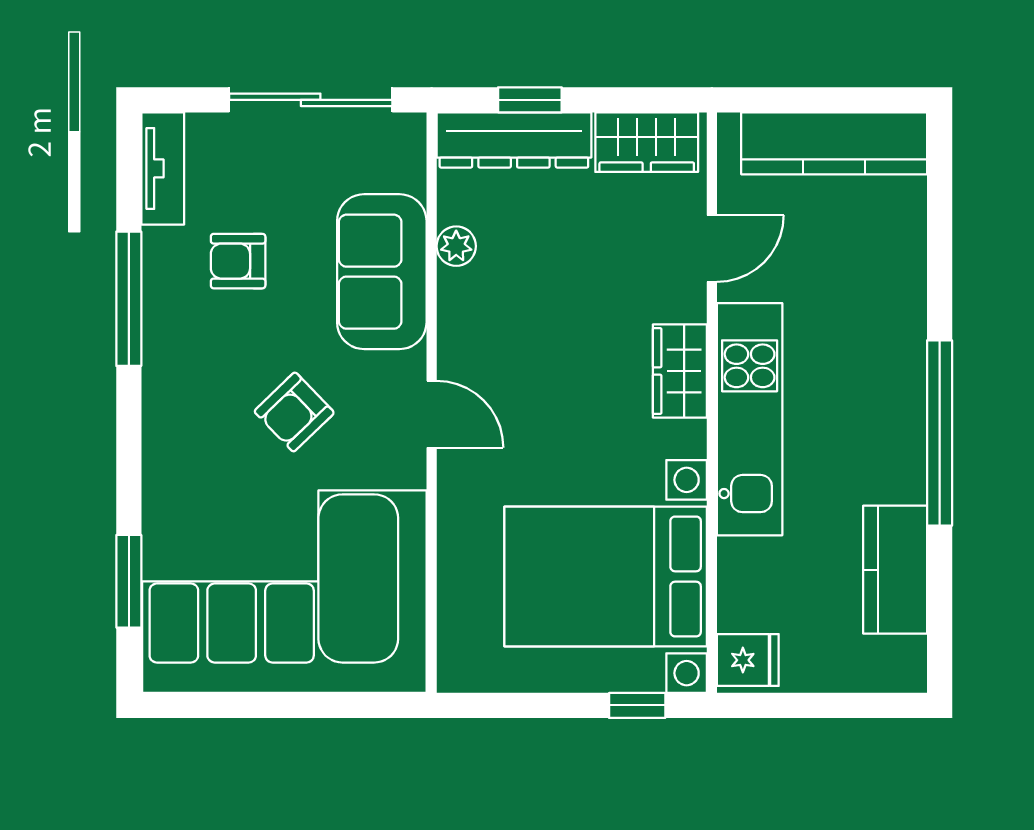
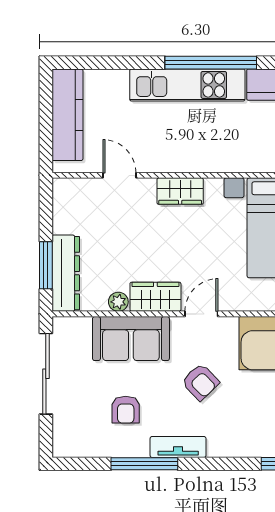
window: (530, 100) -> (46, 265), width x1.50
wardrobe: (647, 142) -> (155, 297), moved, turned -90
tv unit: (163, 168) -> (178, 447), moved
kitchen unit: (750, 419) -> (187, 85), moved, turned 180

